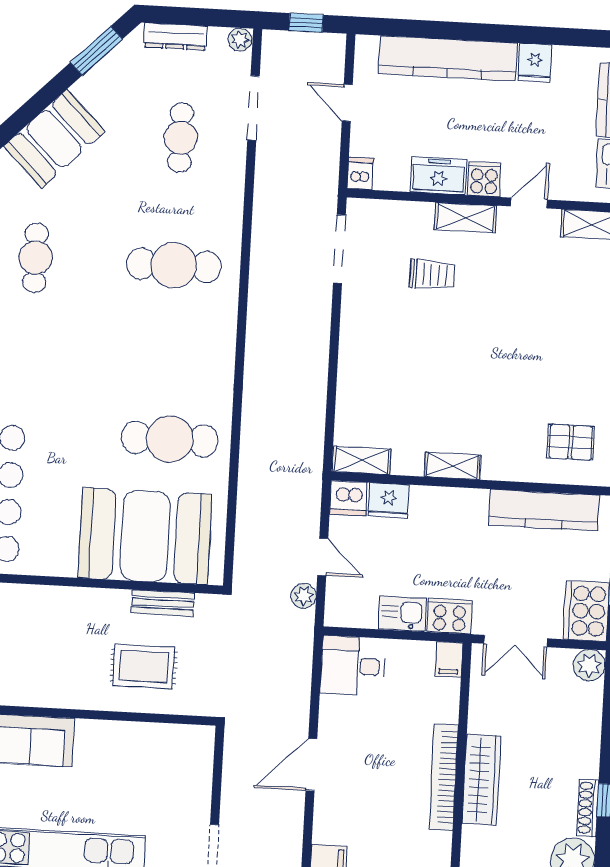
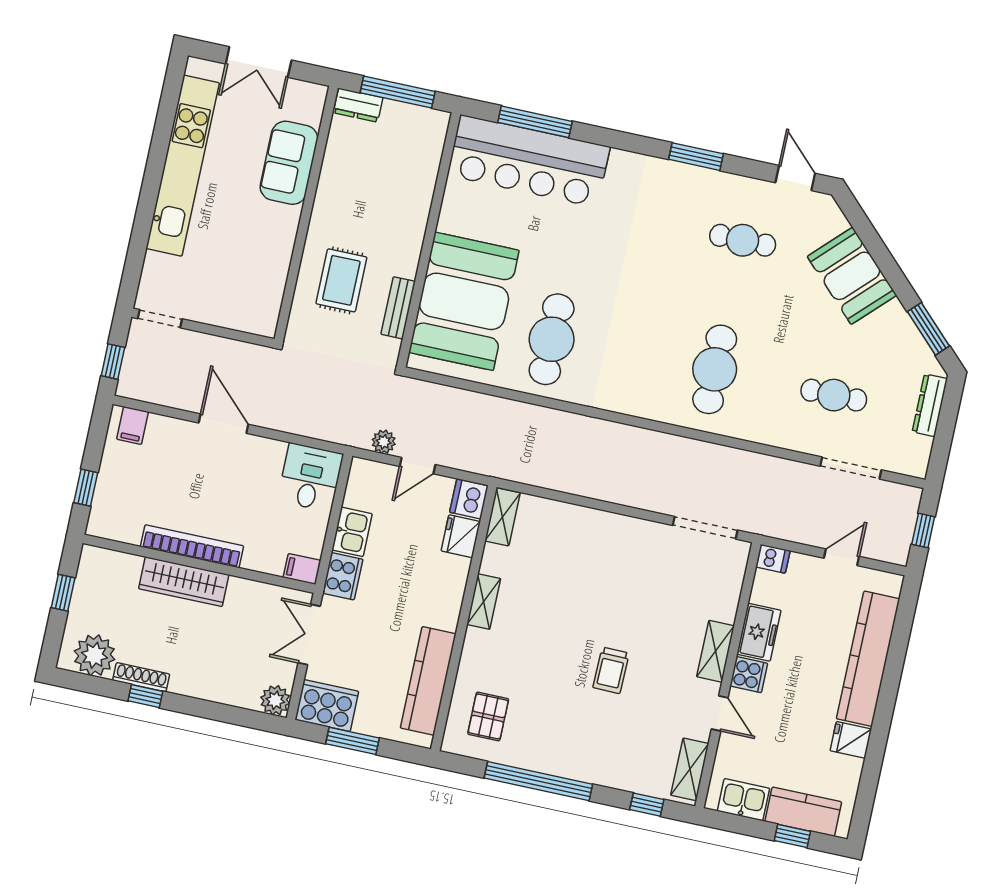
plant: (240, 40) -> (917, 466), removed
trolley: (432, 275) -> (611, 670), moved

